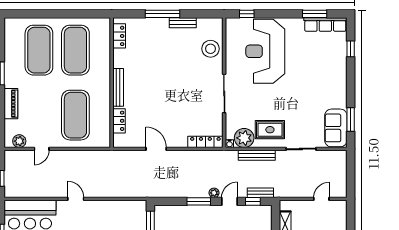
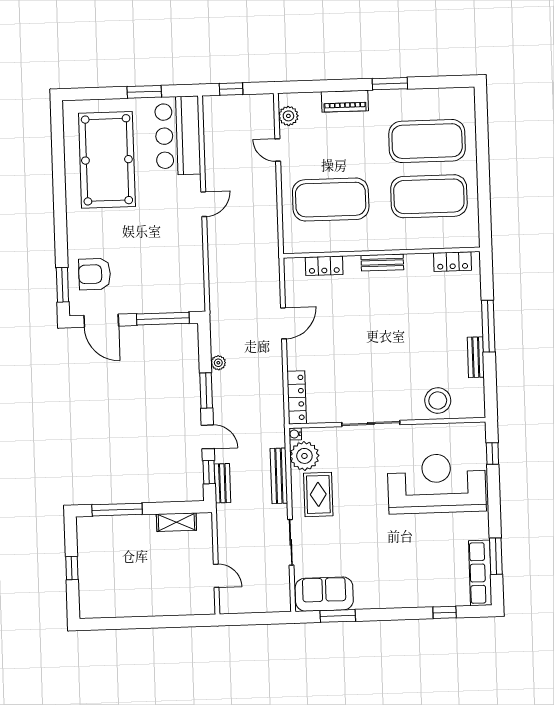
bench: (118, 87) -> (382, 262), width x0.73
plant: (214, 193) -> (218, 363), moved

